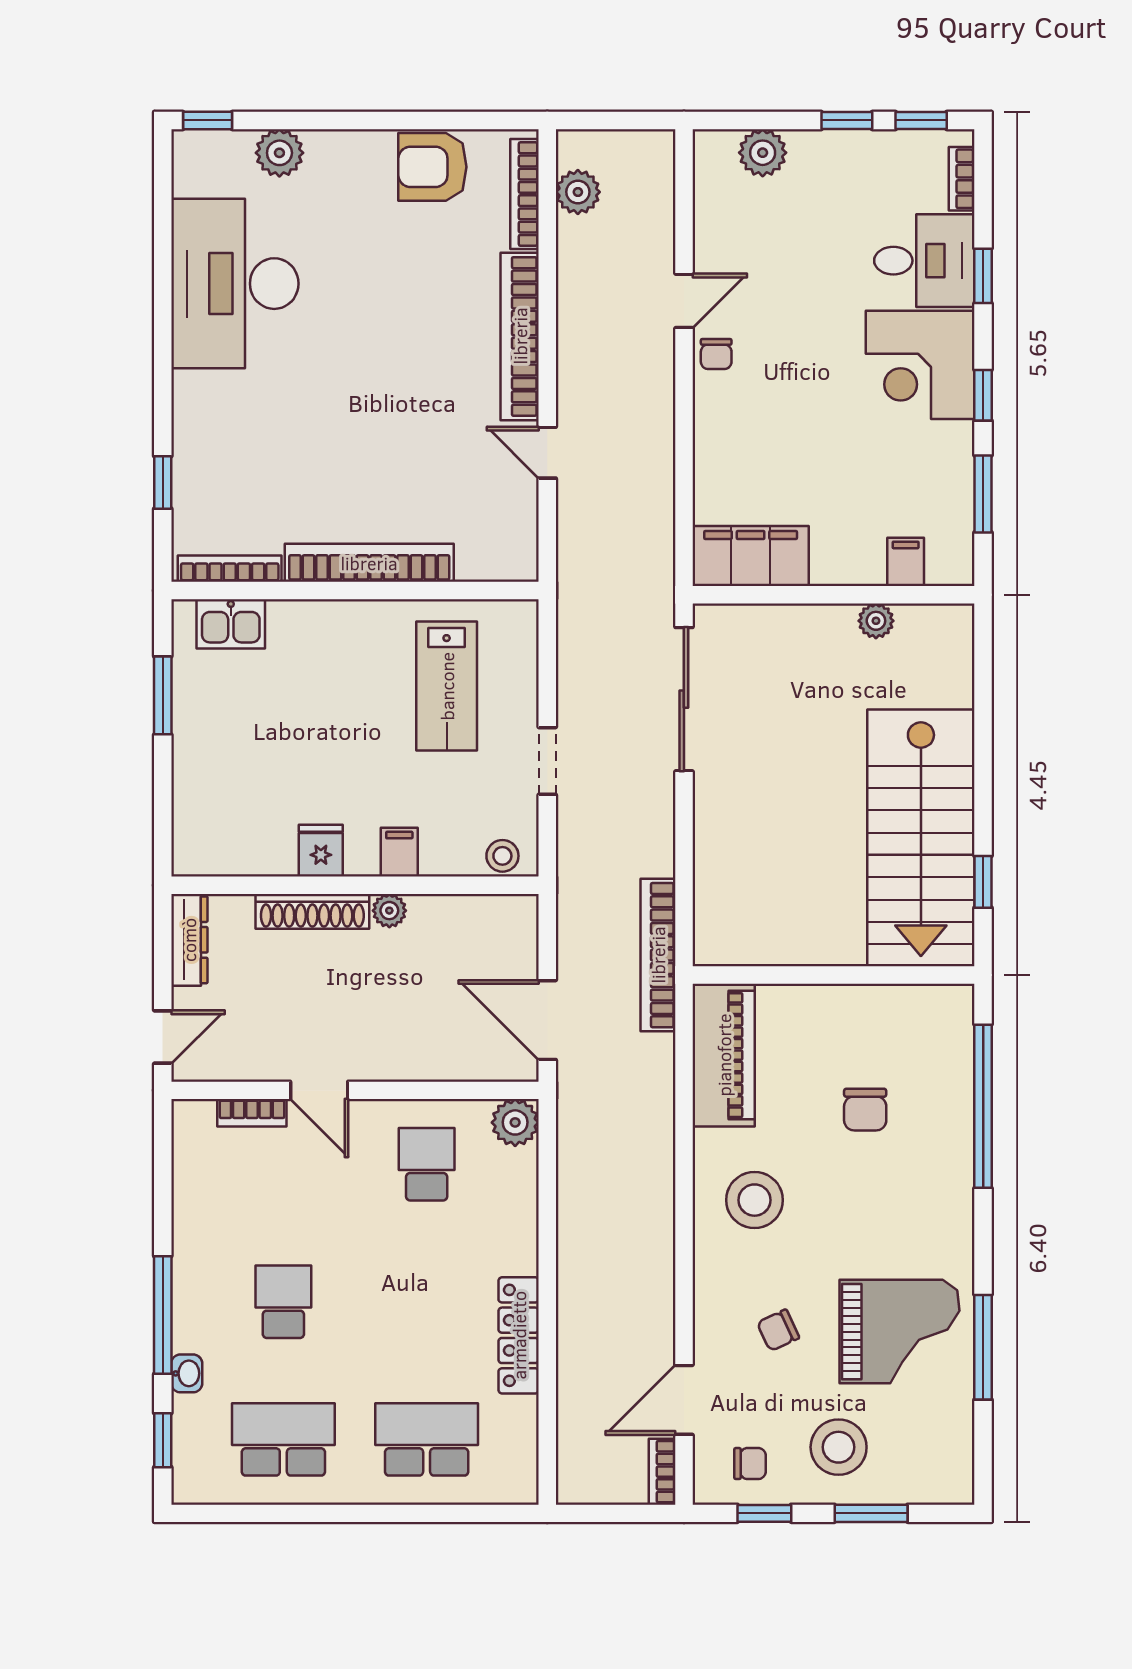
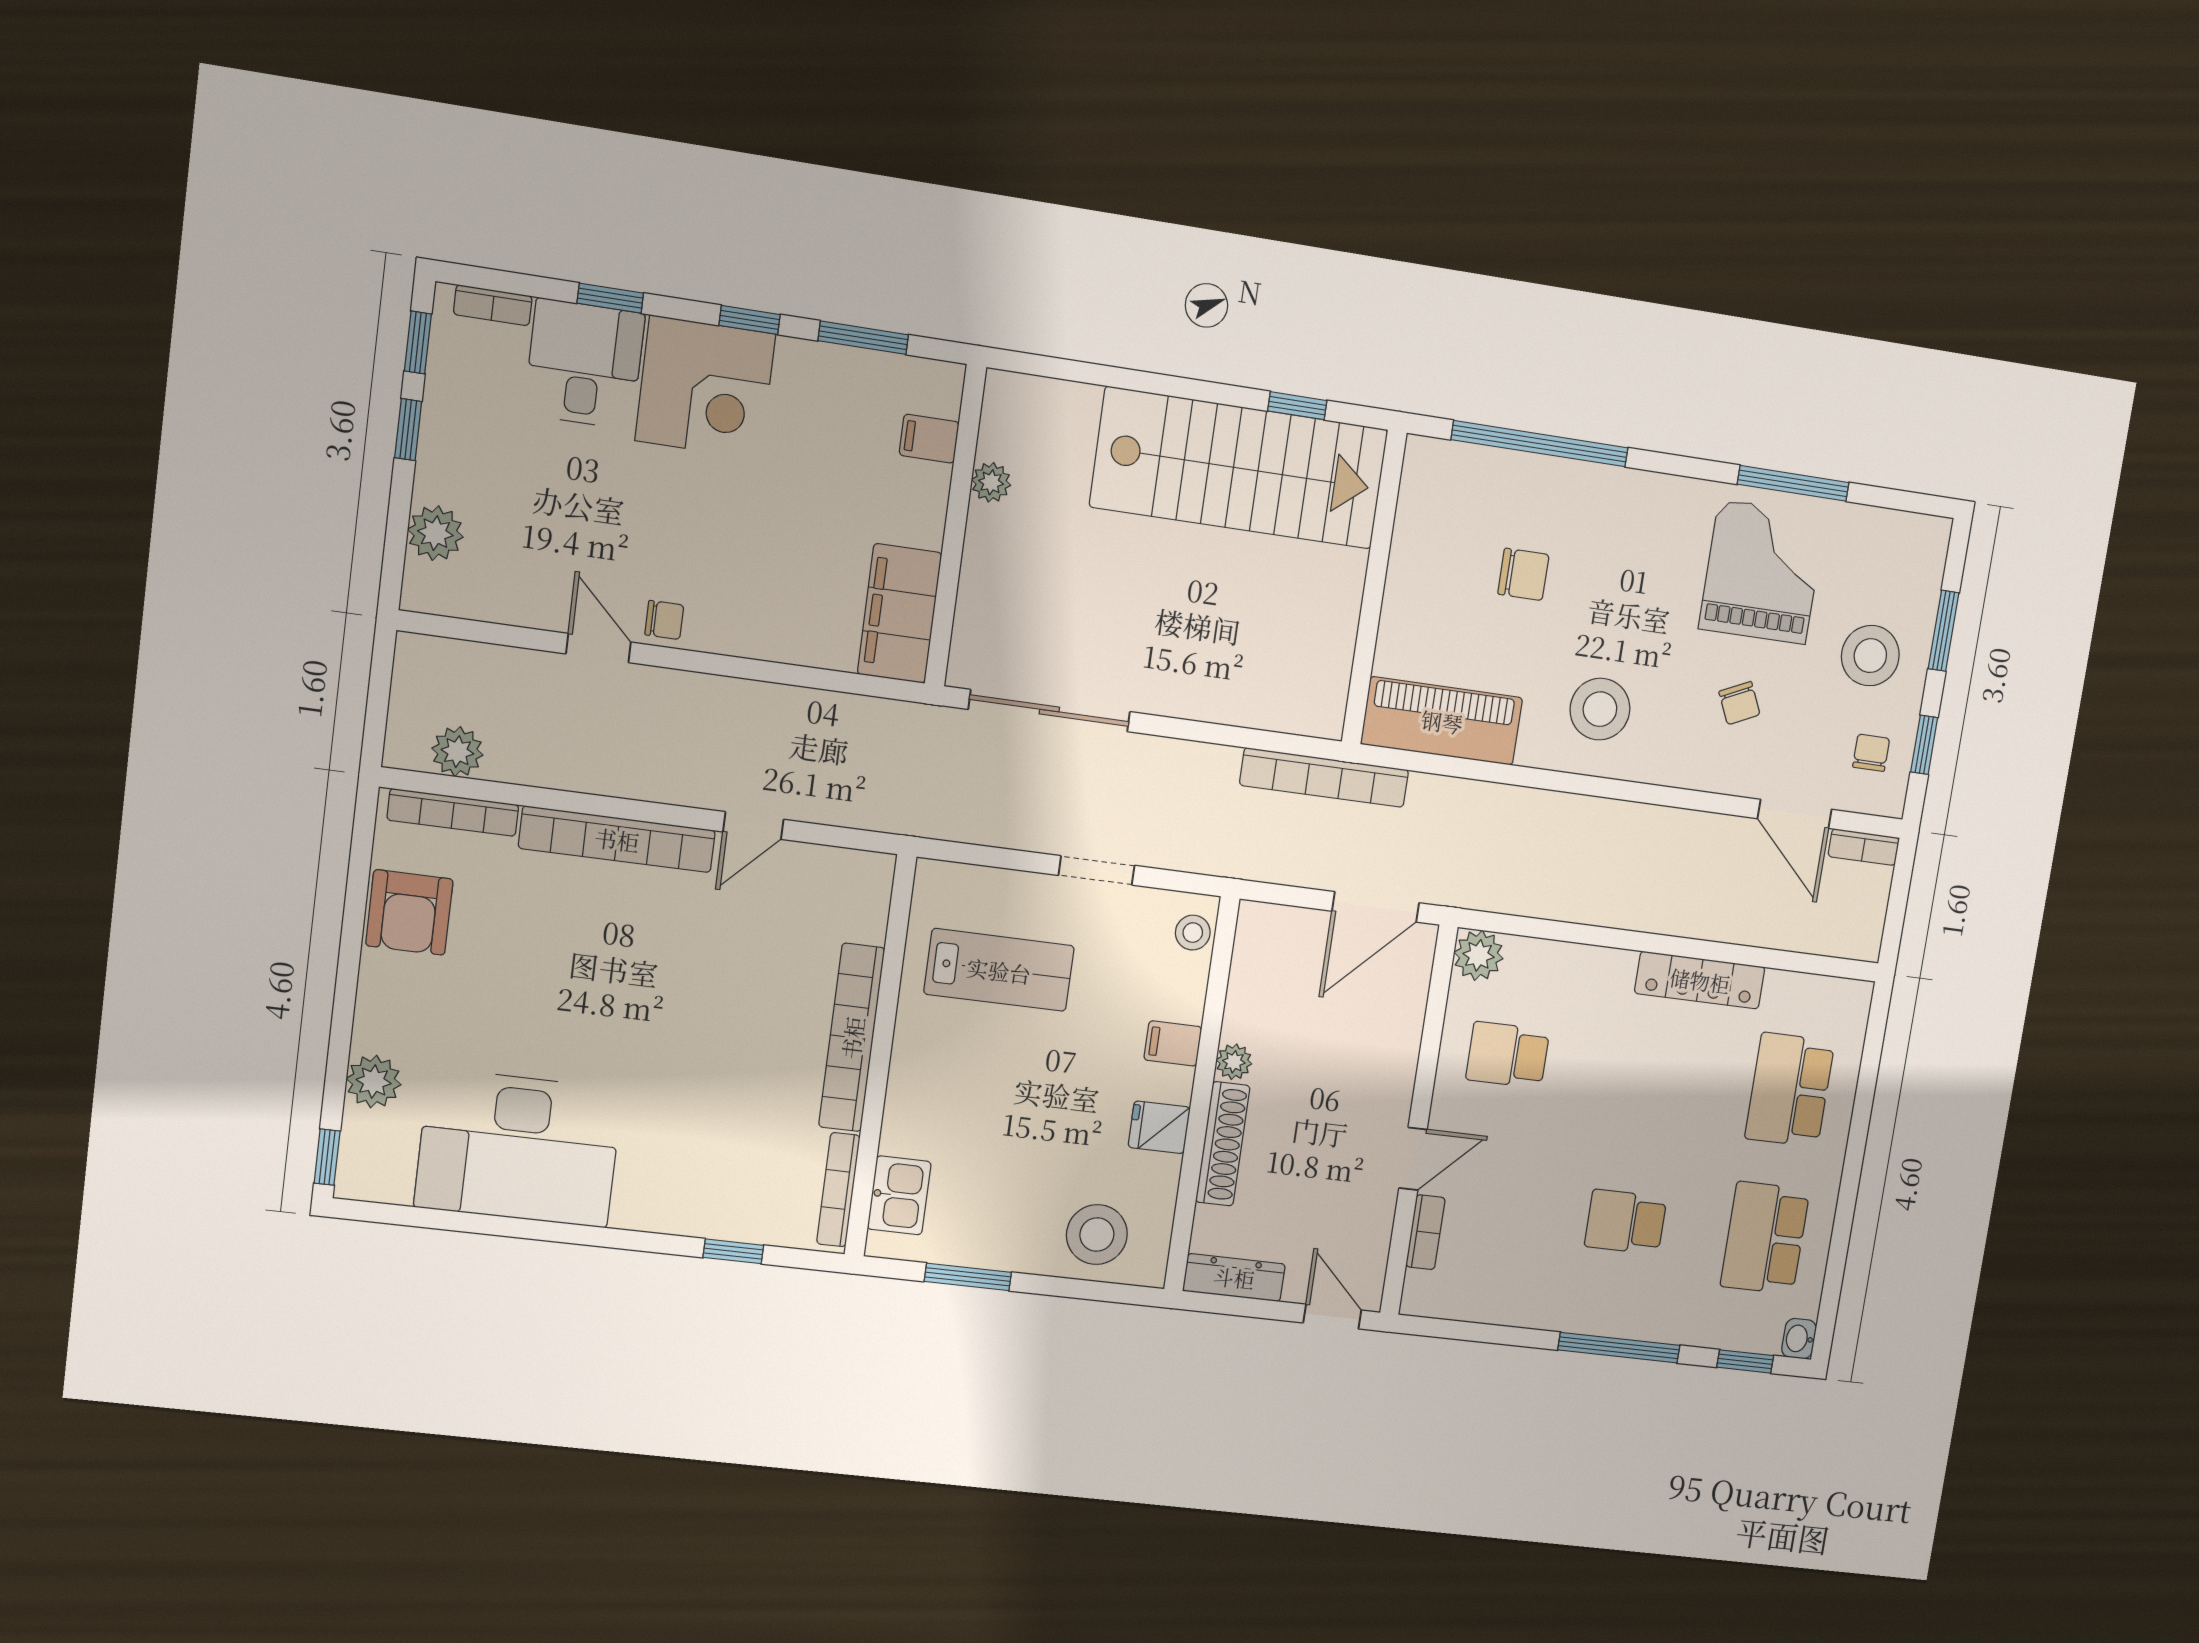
stool: (215, 808) -> (1097, 1235), added
washbasin: (187, 1373) -> (1799, 1339), moved, turned -90

